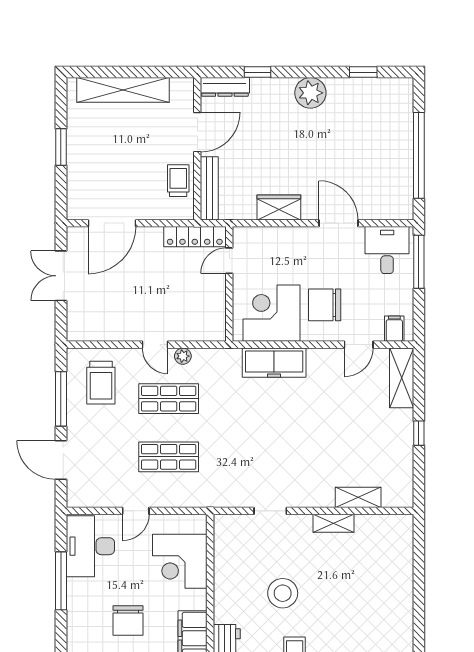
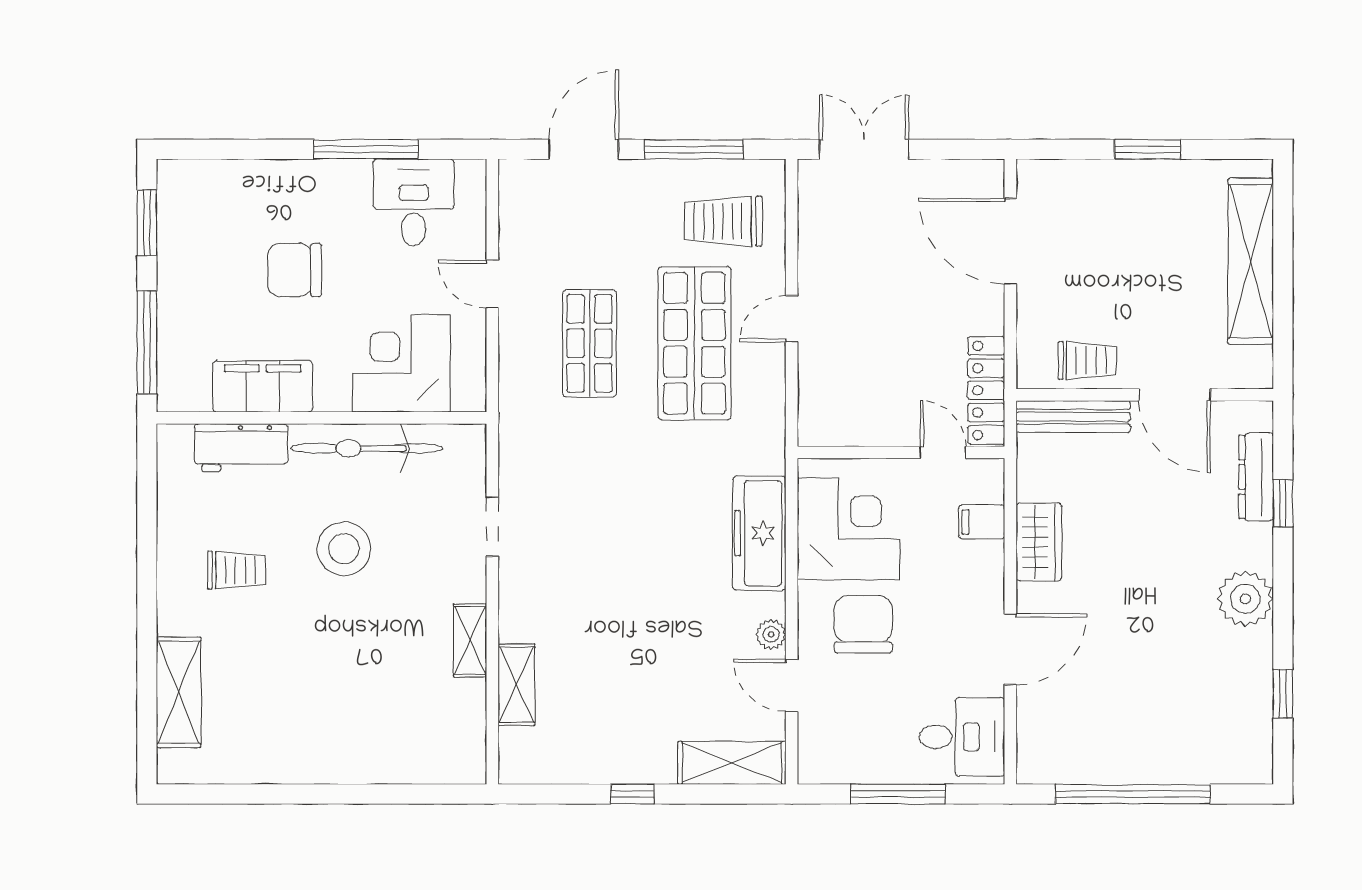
dresser: (225, 87) -> (1256, 477), moved
window: (419, 262) -> (898, 794), moved
double door: (61, 276) -> (864, 149), moved
filing cabinet: (394, 329) -> (982, 522), moved, turned 180
plant: (183, 356) -> (771, 634), moved
shop shelf: (169, 399) -> (694, 343), width x1.43, depth x1.36
desk: (90, 546) -> (414, 202), width x0.73
bicycle: (227, 581) -> (367, 448), added

